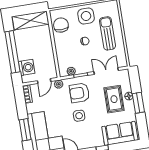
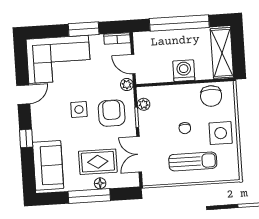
chair: (61, 25) -> (211, 96), turned 90
washing machine: (27, 67) -> (184, 71), moved, turned 180
double door: (106, 71) -> (139, 154), swing flipped
window: (138, 103) -> (89, 196), width x1.44
window: (25, 130) -> (84, 29), moved

